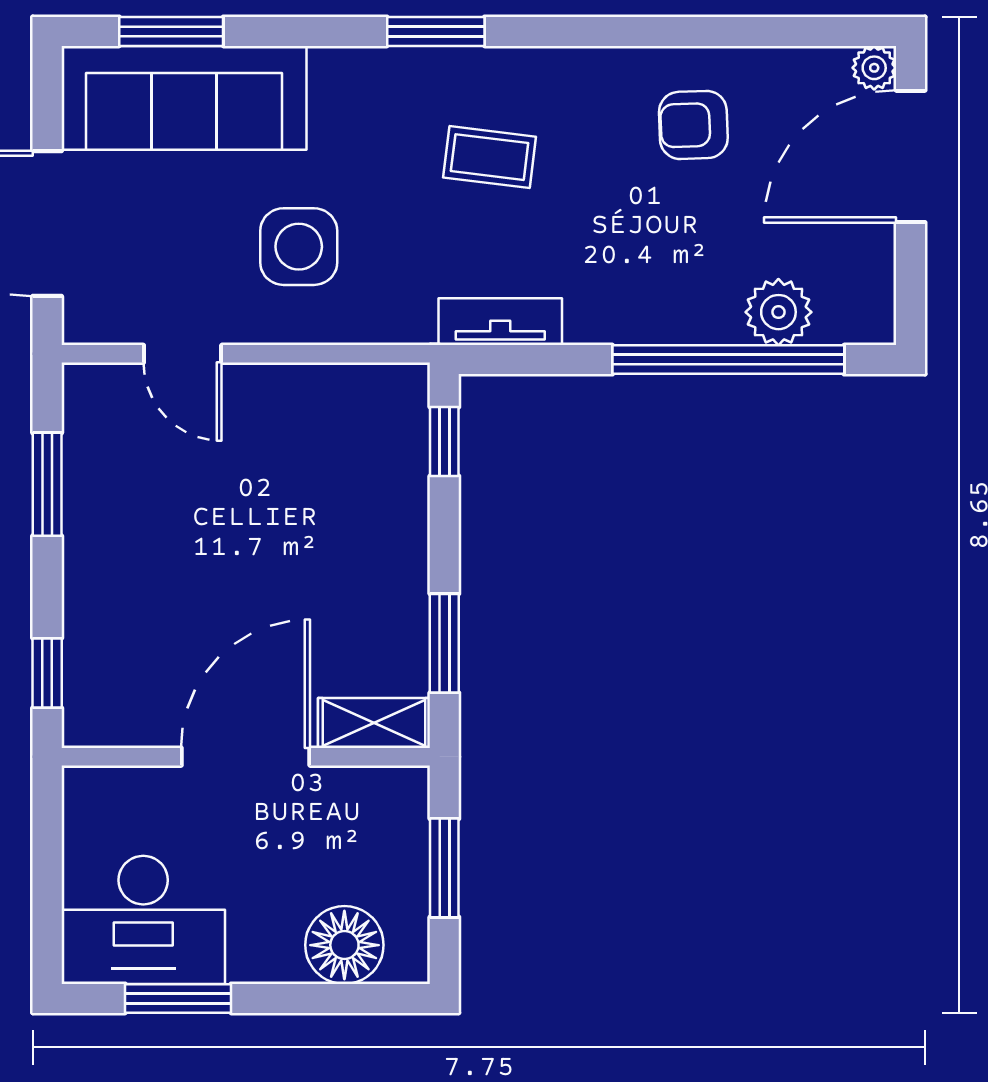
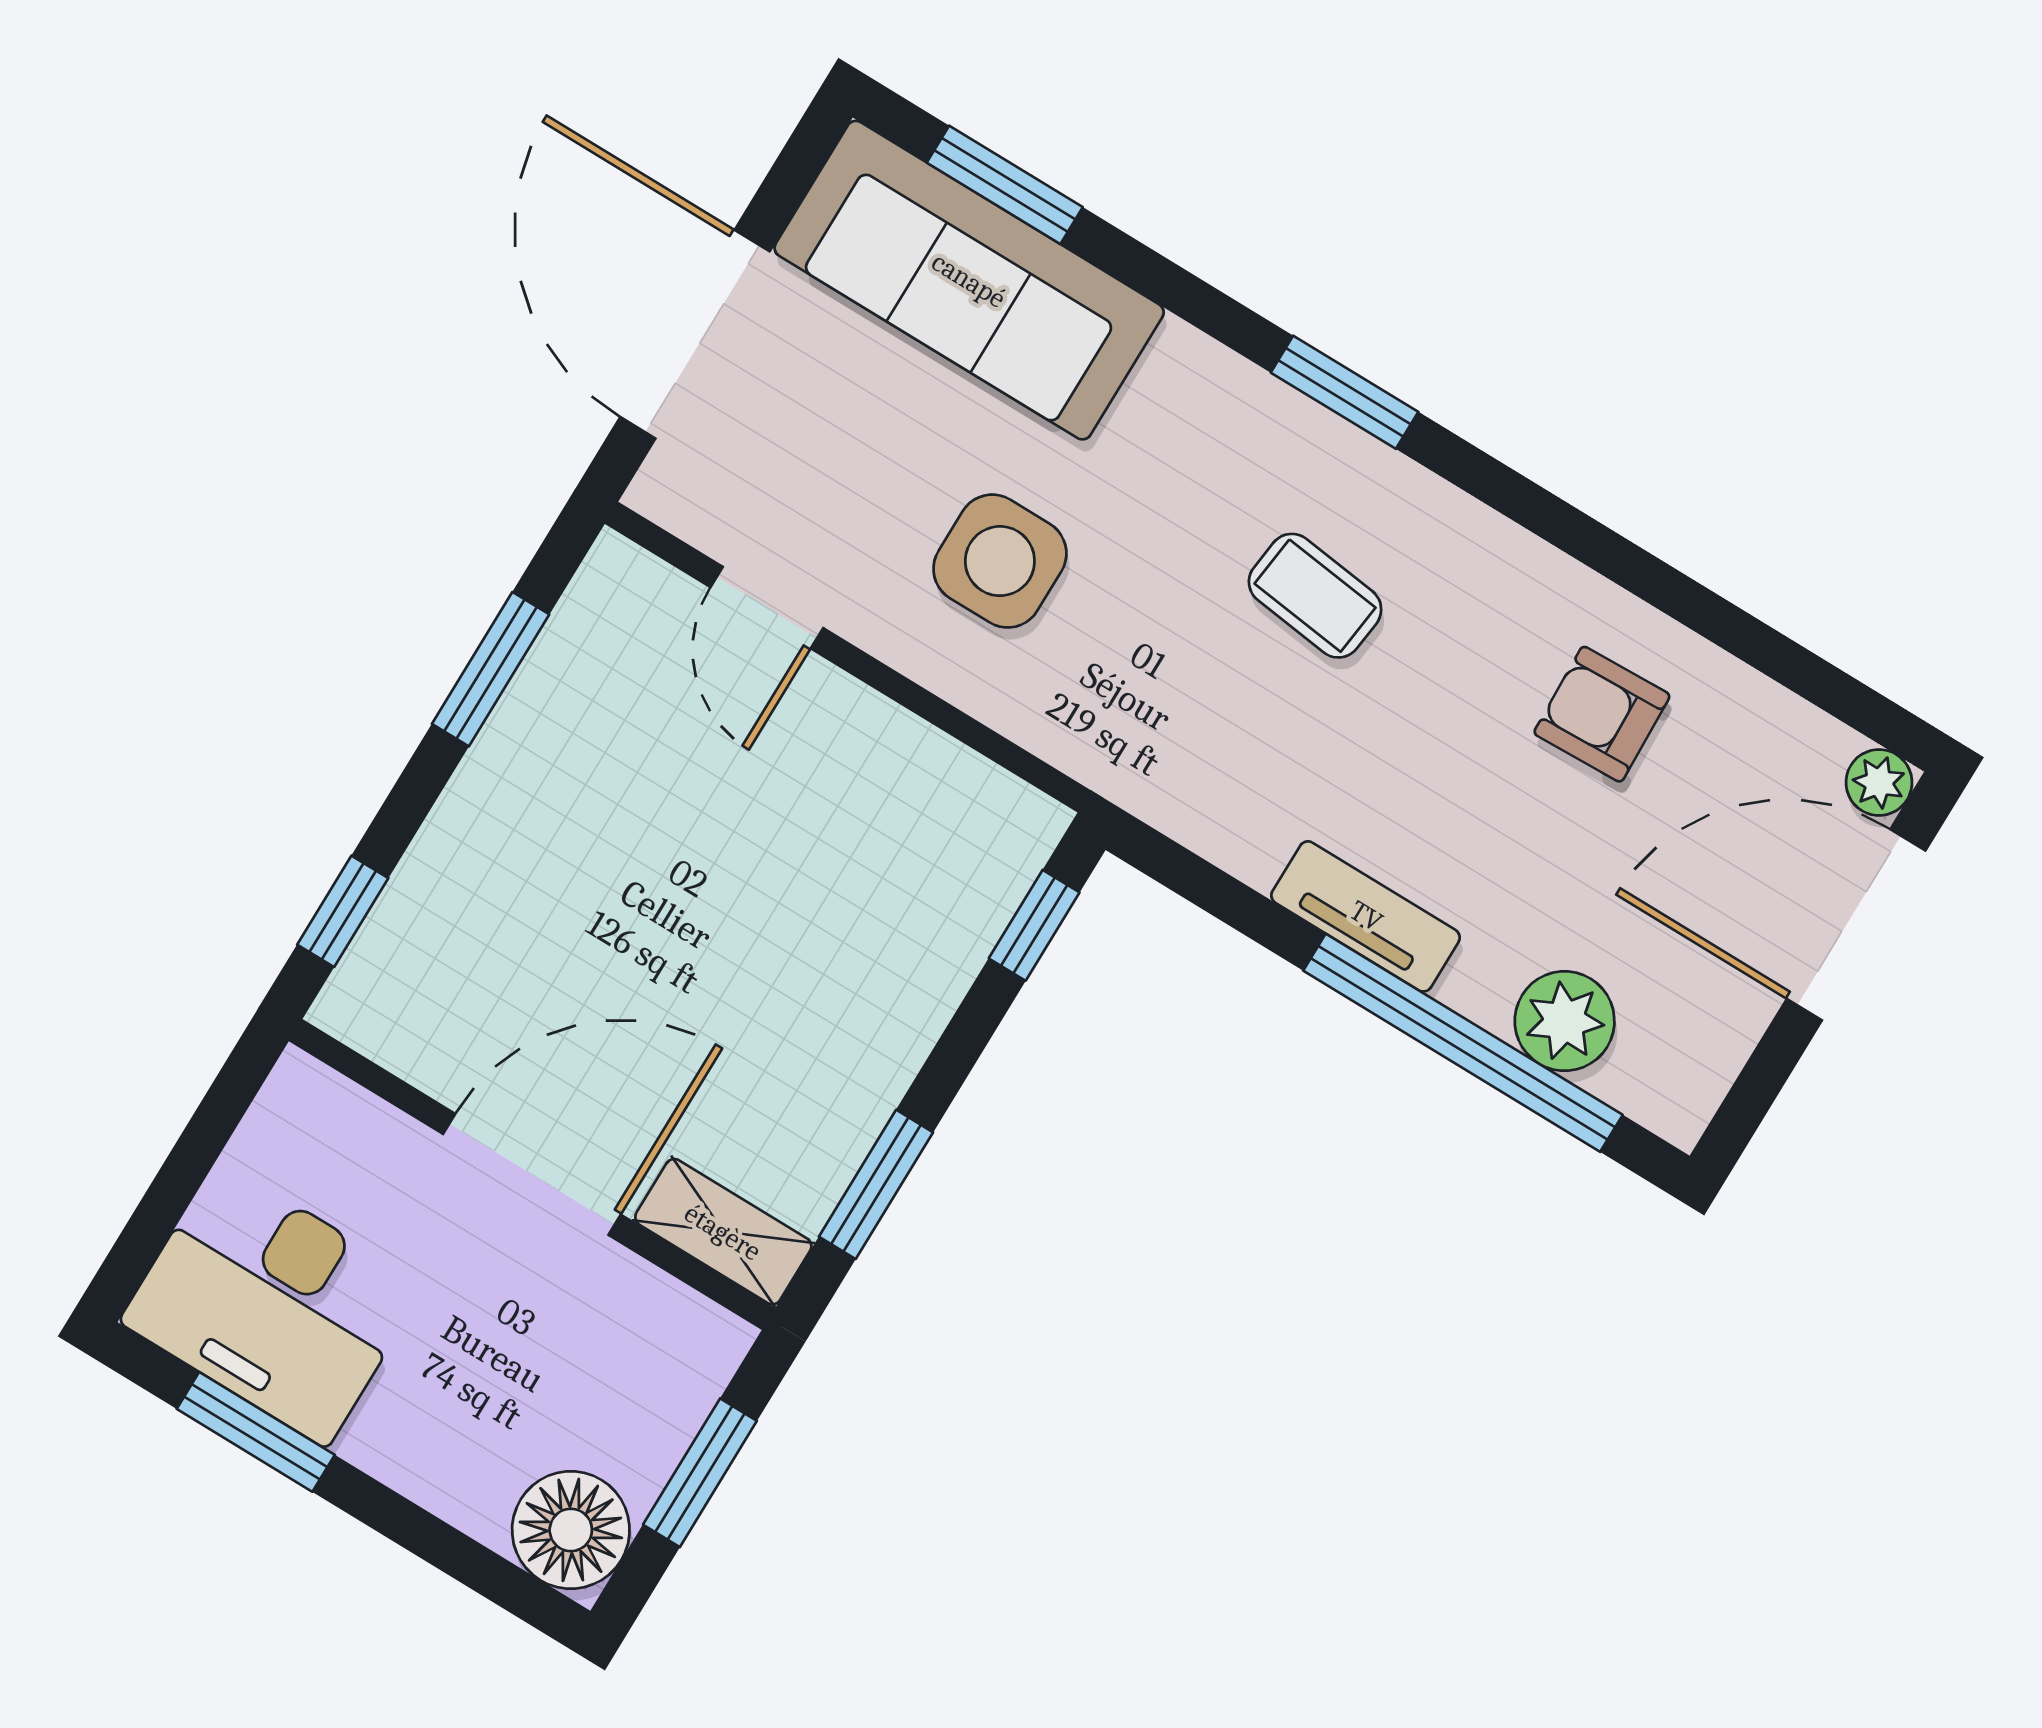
tv unit: (500, 322) -> (1366, 916), moved
floor lamp: (344, 945) -> (571, 1530), moved

